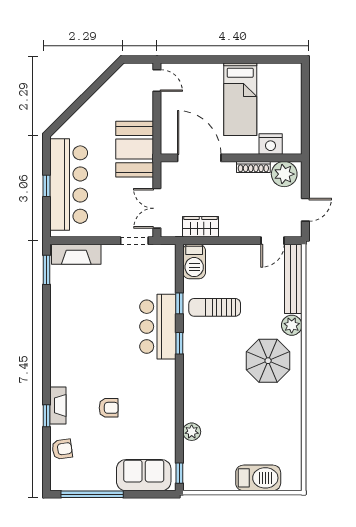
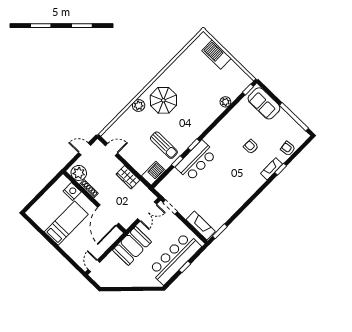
wardrobe: (200, 227) -> (128, 177), moved
bench: (293, 279) -> (119, 125), removed

